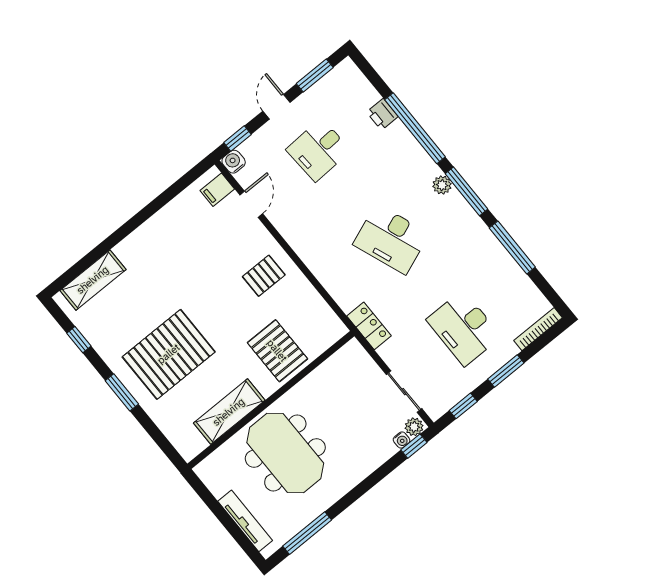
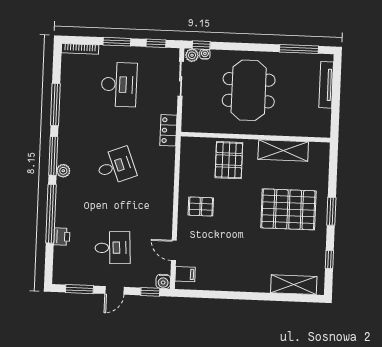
door: (251, 204) -> (174, 250), hinge flipped
desk: (391, 239) -> (116, 166), width x0.73
meeting table: (285, 453) -> (249, 90), moved

